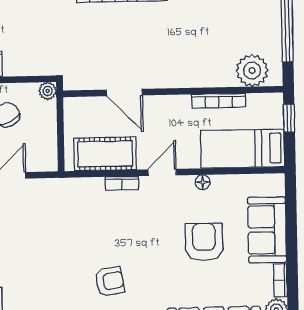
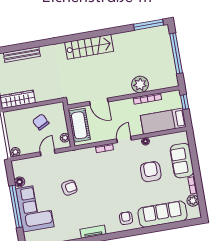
plant: (252, 71) -> (140, 84), moved
plant: (48, 91) -> (65, 138), moved
cot: (105, 154) -> (79, 125), moved, turned 90
armchair: (110, 281) -> (69, 188), moved

